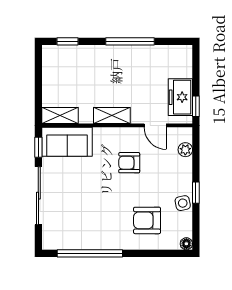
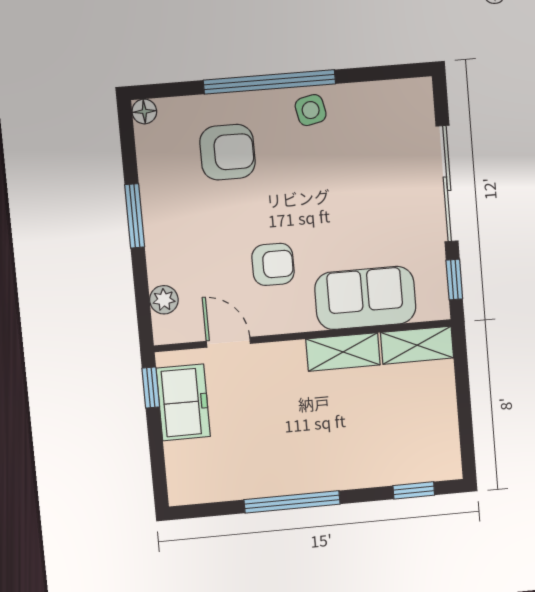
shelving: (112, 116) -> (343, 352), moved
sofa: (67, 142) -> (365, 298), moved
window: (196, 193) -> (135, 216), width x1.50
side table: (183, 203) -> (311, 110), moved
window: (90, 253) -> (270, 82), moved

